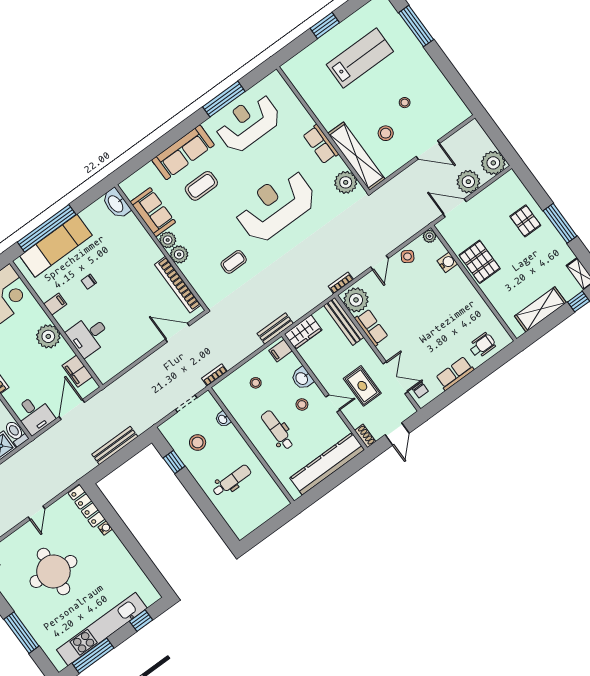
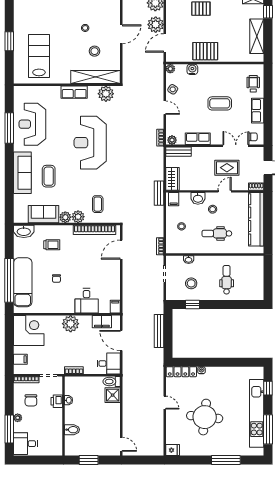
lab bench: (360, 58) -> (39, 56), moved
trolley: (124, 248) -> (52, 245), added
coffee table: (234, 262) -> (98, 204), moved
plant: (356, 300) -> (172, 140), width x0.53, depth x0.53
filing cabinet: (55, 304) -> (115, 307), moved
bench: (344, 321) -> (178, 152), width x0.73
coffee table: (431, 323) -> (220, 103), added

